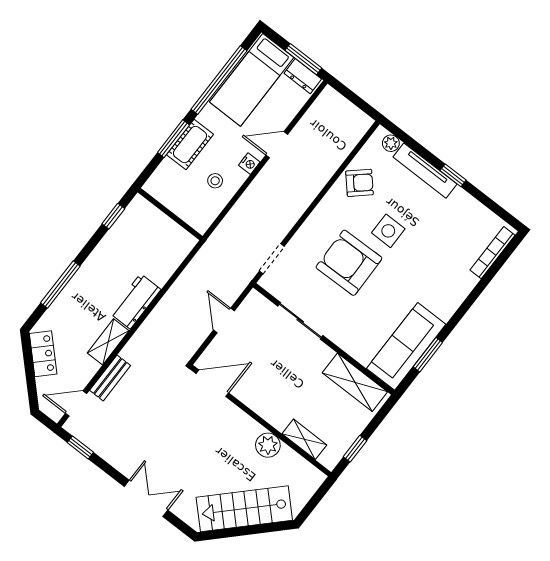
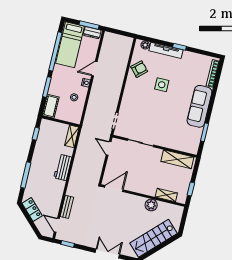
cot: (190, 145) -> (51, 106), moved
armchair: (349, 263) -> (151, 107), removed
door: (224, 321) -> (109, 148), moved
shelving: (108, 342) -> (72, 136), moved
sofa: (406, 346) -> (199, 106), moved
door: (76, 404) -> (57, 225), hinge flipped

